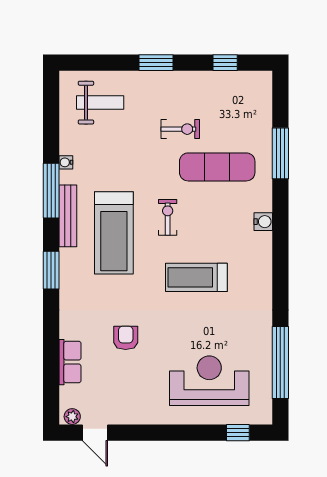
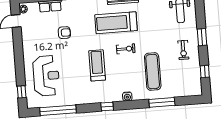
exercise bike: (180, 129) -> (183, 50), moved
window: (280, 264) -> (107, 107), added

